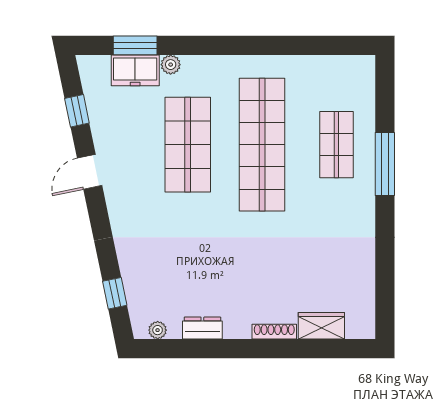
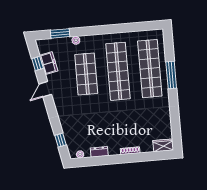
freezer: (135, 70) -> (49, 63), moved, turned -102
shop shelf: (336, 145) -> (150, 69), width x2.00, depth x1.36
wardrobe: (321, 326) -> (163, 145), moved

